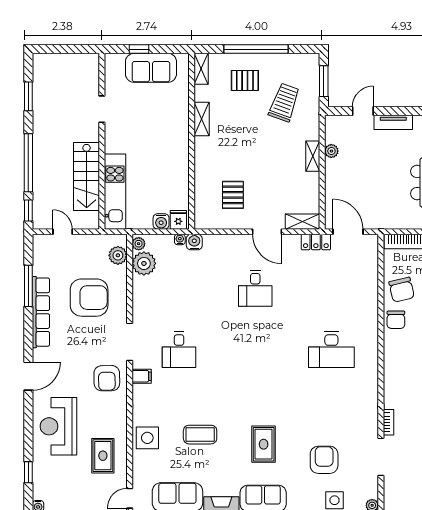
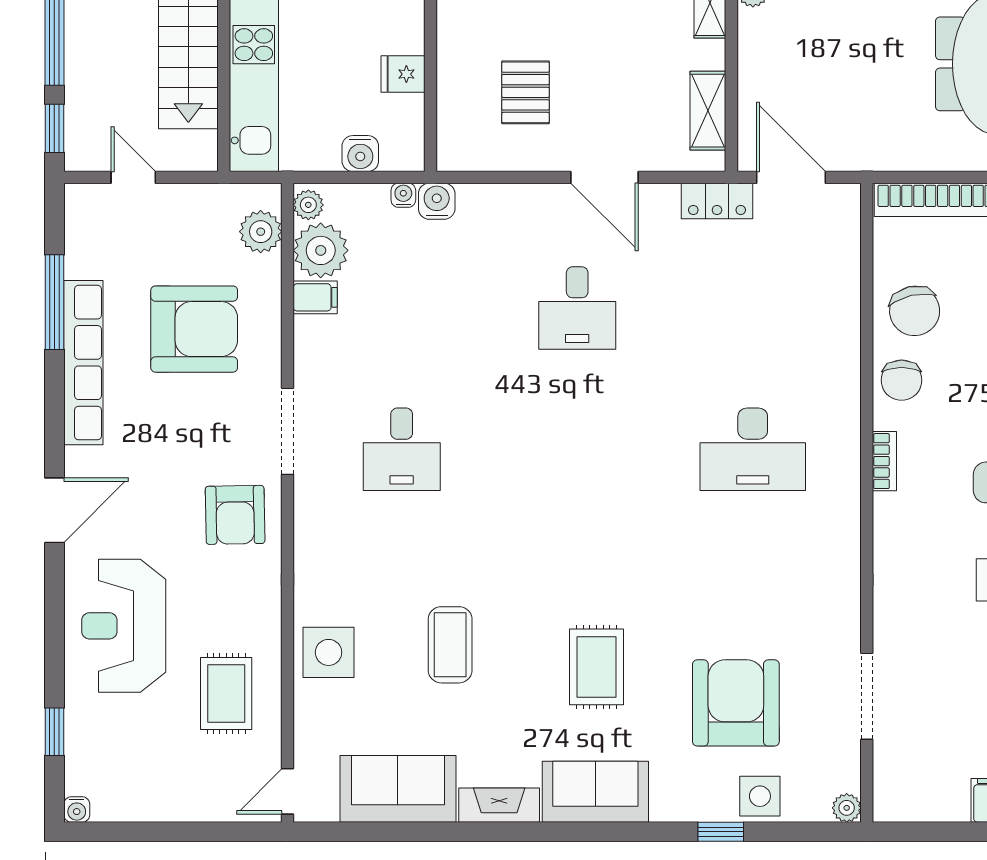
fridge: (178, 220) -> (403, 74), moved, turned -90
shelving: (303, 222) -> (708, 111), moved, turned 90
filing cabinet: (142, 376) -> (315, 297), moved
bookcase: (388, 422) -> (884, 461), moved
coffee table: (200, 435) -> (450, 645), turned 90
armchair: (324, 460) -> (736, 703), width x1.36, depth x1.36

